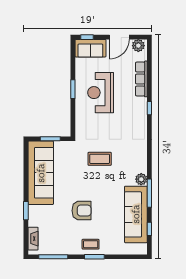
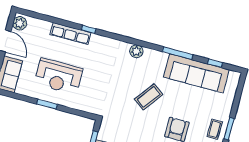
row of seats: (141, 79) -> (71, 33), moved
coffee table: (100, 159) -> (149, 97), moved, turned 37
plant: (141, 179) -> (136, 51), moved

